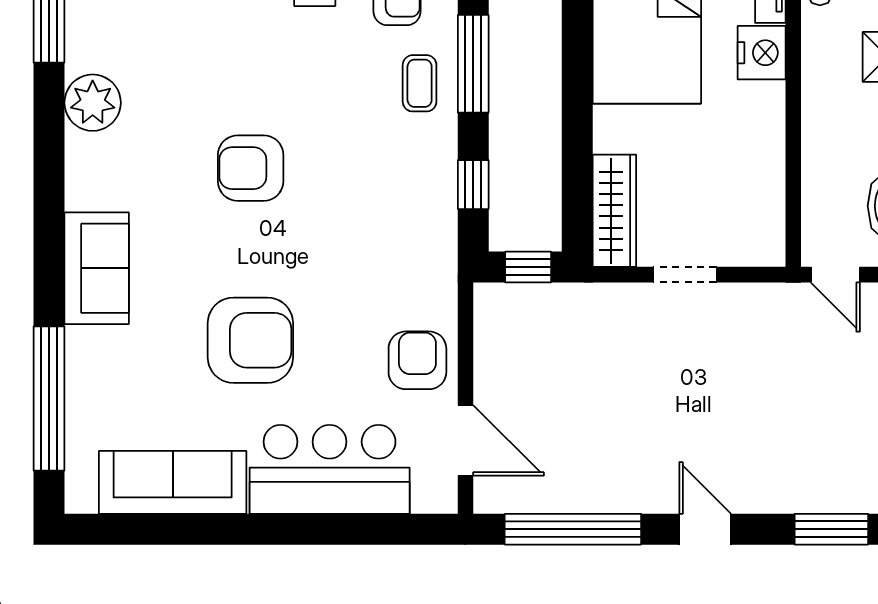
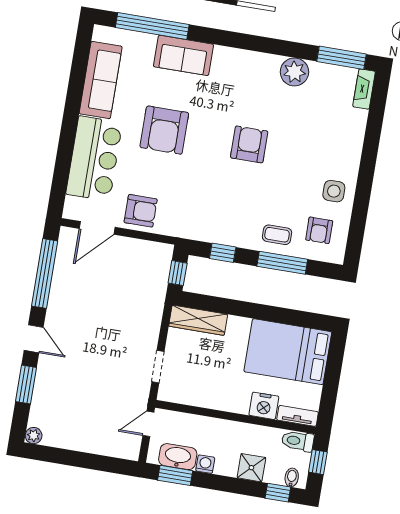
sofa: (97, 268) -> (183, 55), moved
doorway: (685, 275) -> (158, 367), moved
door: (705, 529) -> (34, 339), hinge flipped
window: (831, 529) -> (26, 384), moved

